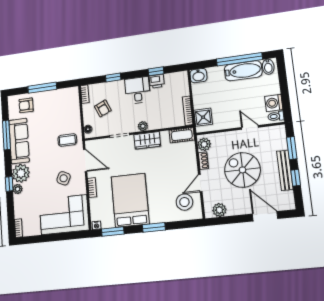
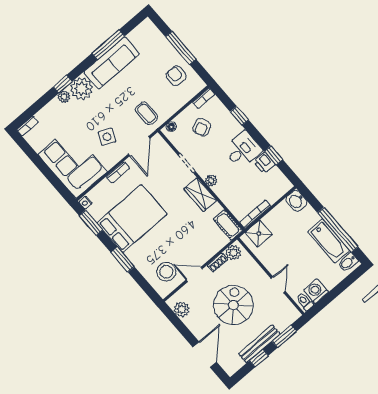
armchair: (26, 105) -> (176, 76), moved

